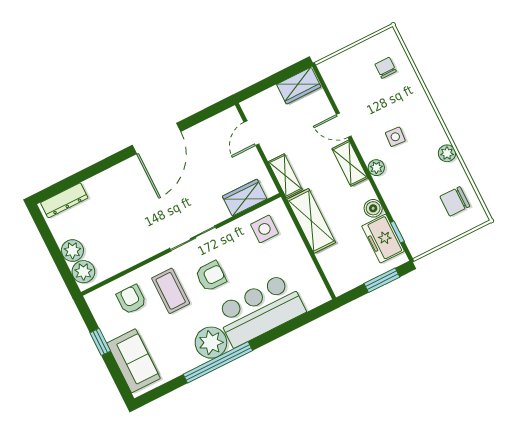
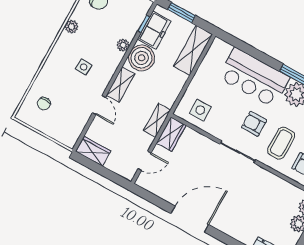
plant: (376, 168) -> (123, 45), moved
wardrobe: (245, 198) -> (171, 134), moved, turned -90
boiler: (373, 208) -> (142, 58), width x1.86, depth x1.86
shelving: (311, 221) -> (193, 50), moved

